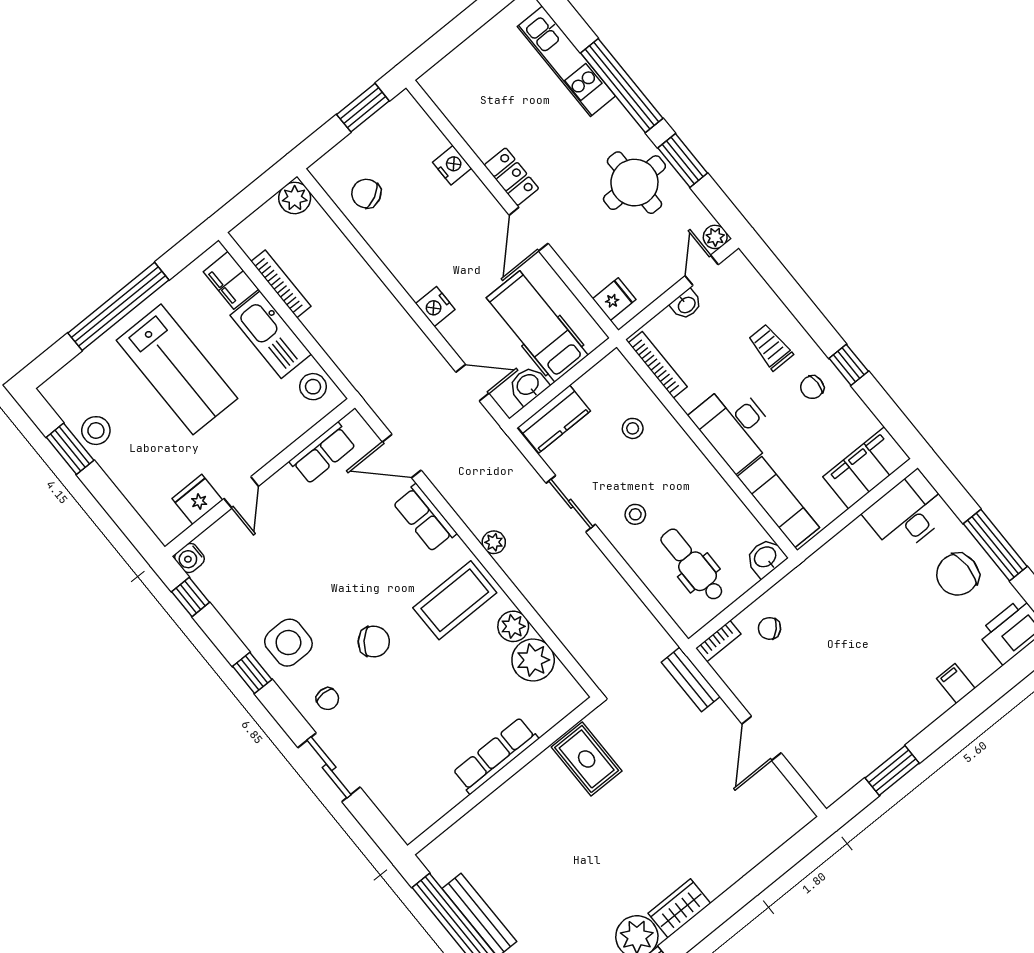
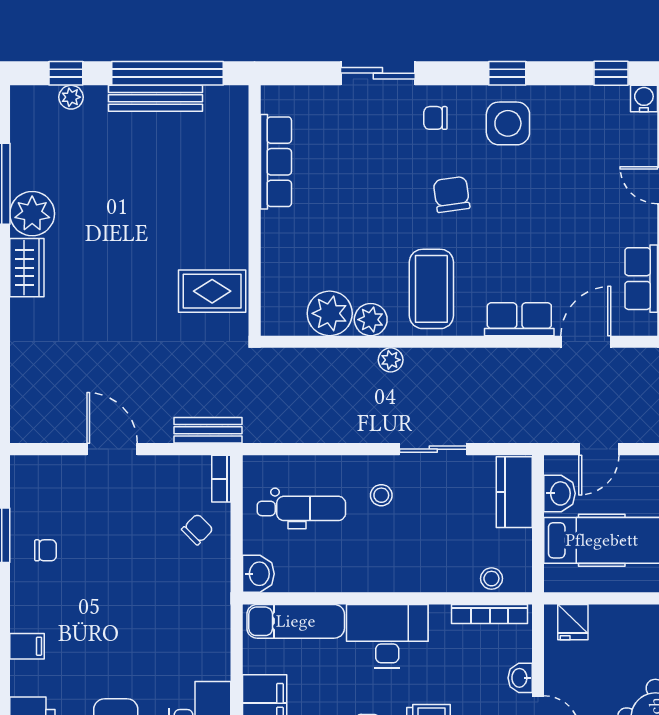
stool: (633, 428) -> (491, 579), moved
plant: (494, 542) -> (391, 360), moved
chair: (374, 642) -> (452, 194), turned 131
chair: (875, 727) -> (46, 550), added
row of seats: (496, 756) -> (276, 162), moved

